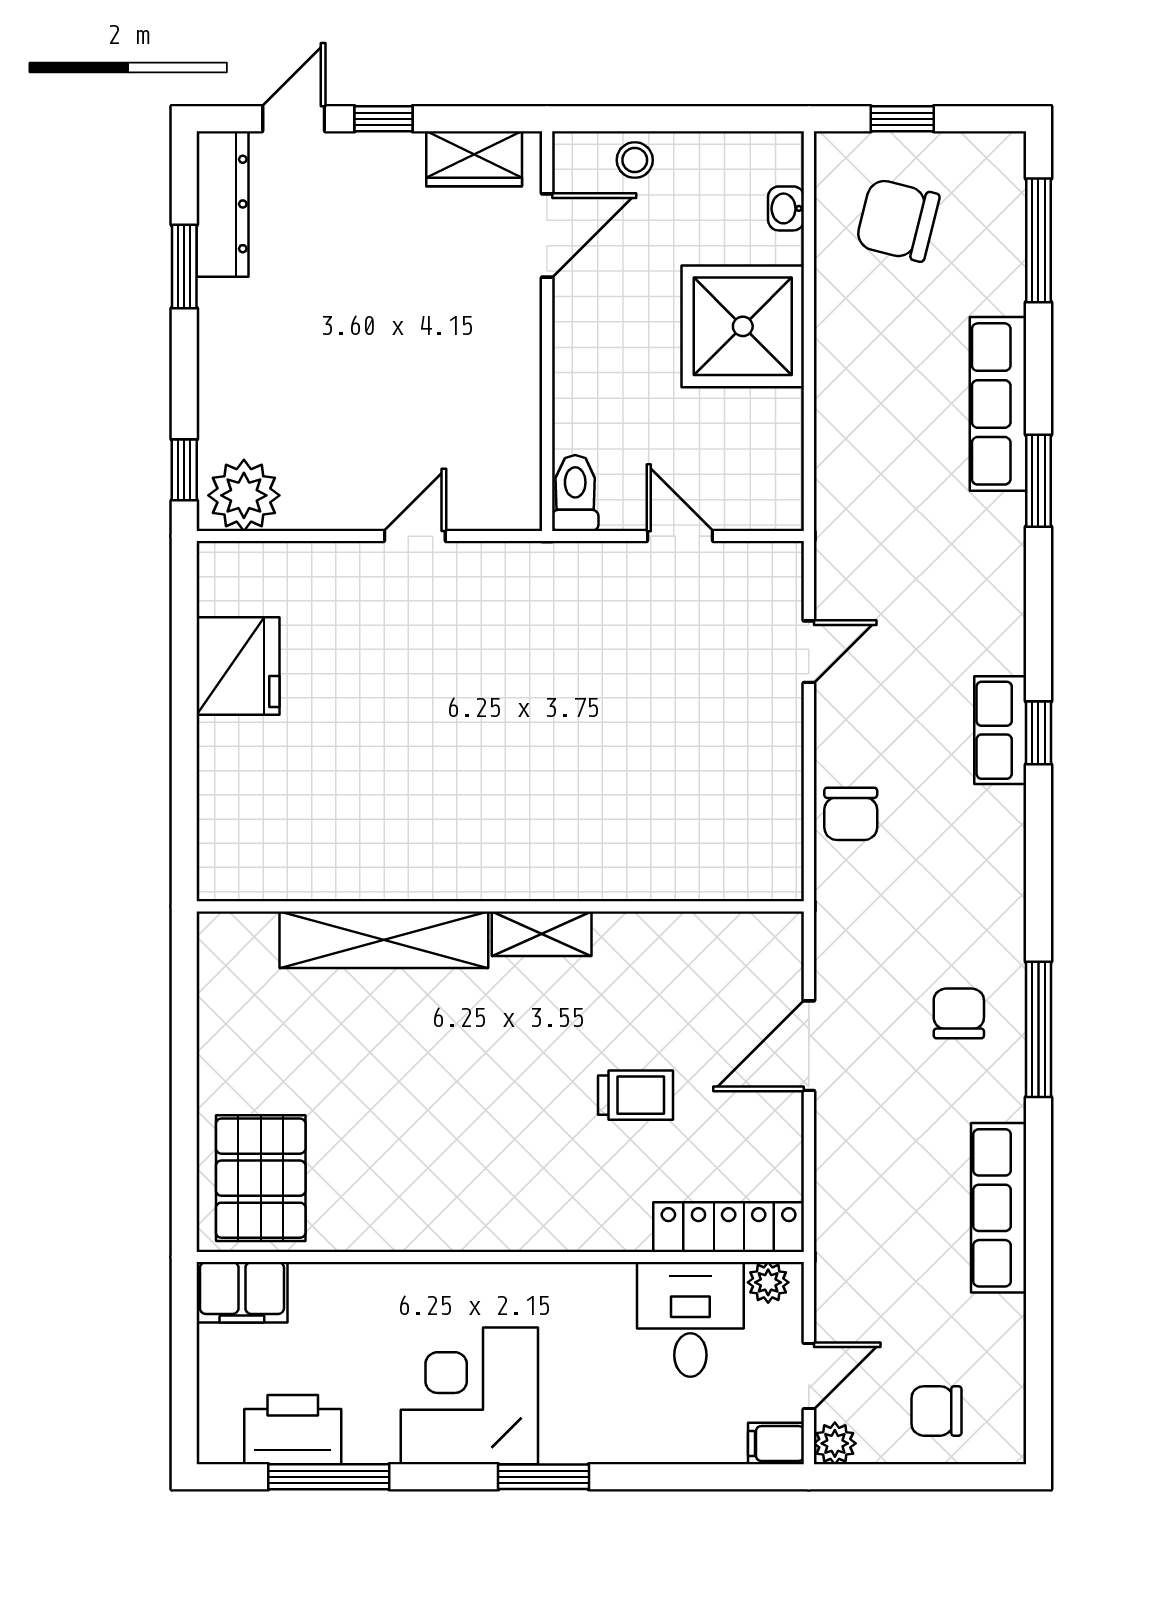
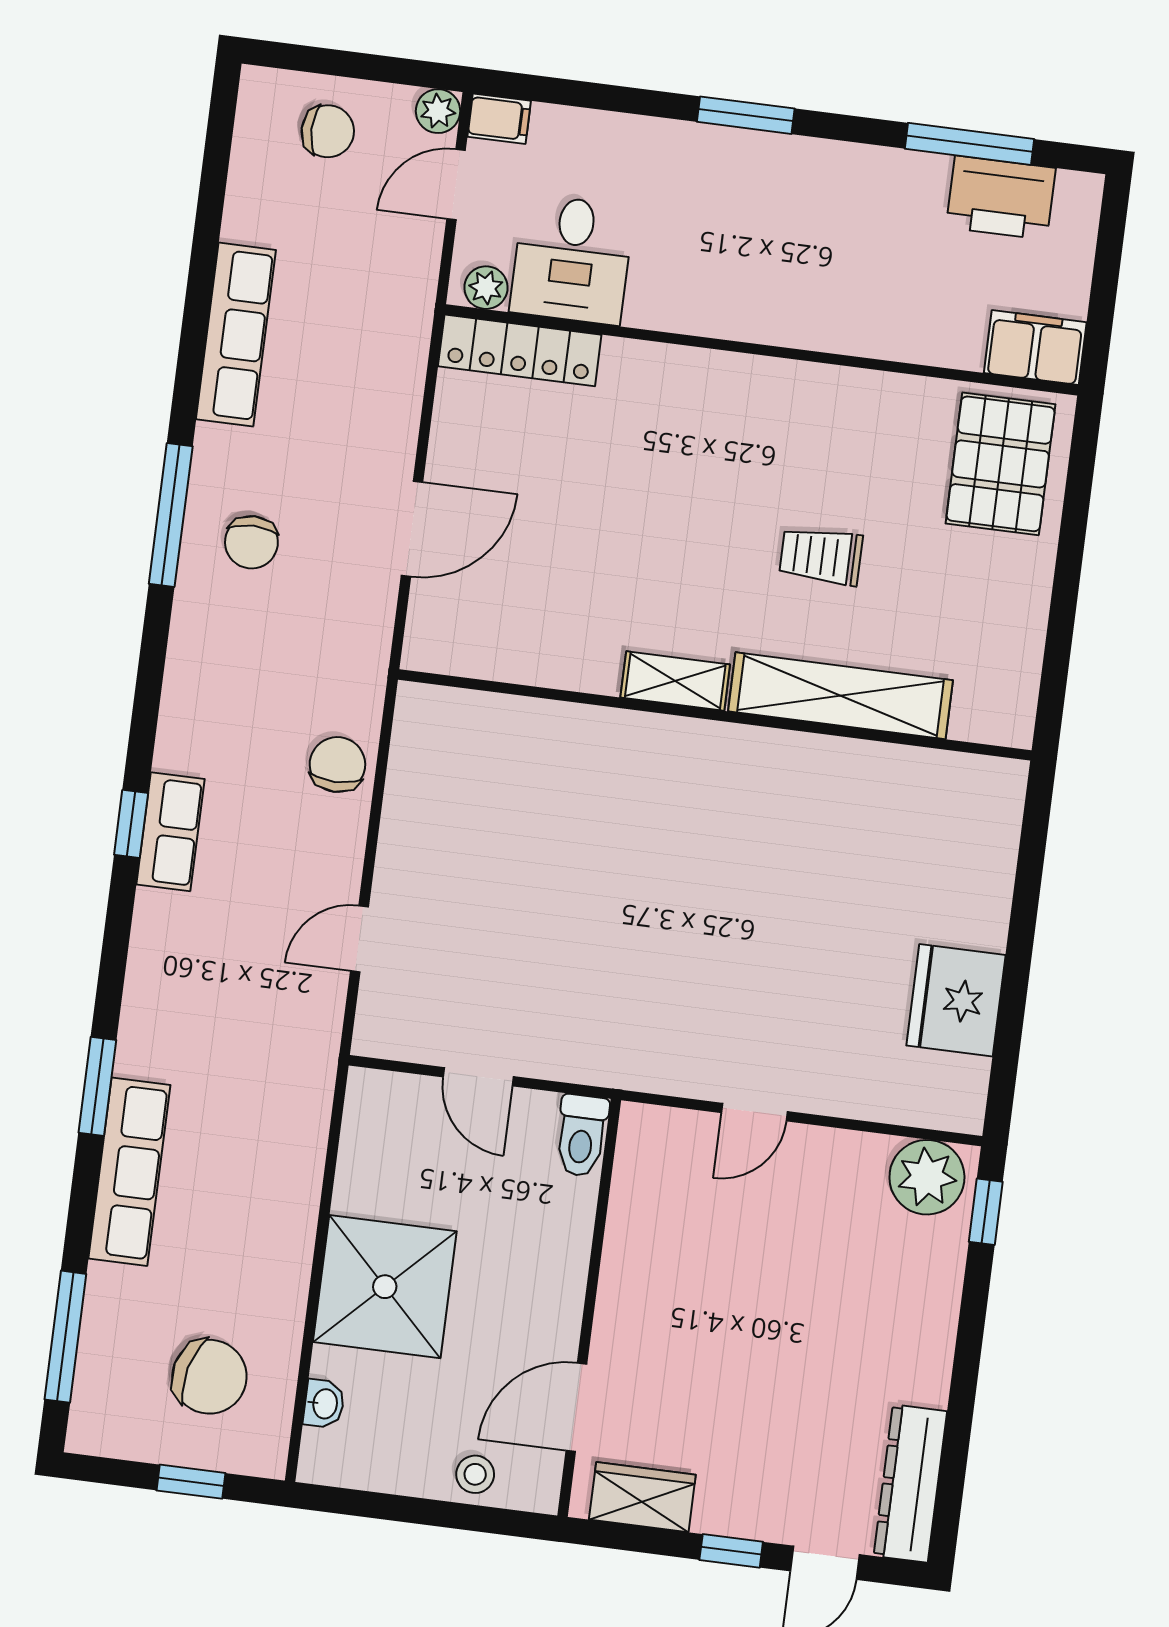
window: (184, 266) -> (959, 1424), removed
trolley: (636, 1095) -> (821, 556), moved
corner desk: (469, 1396) -> (812, 209), removed

